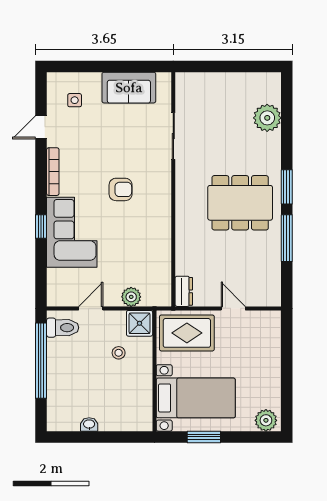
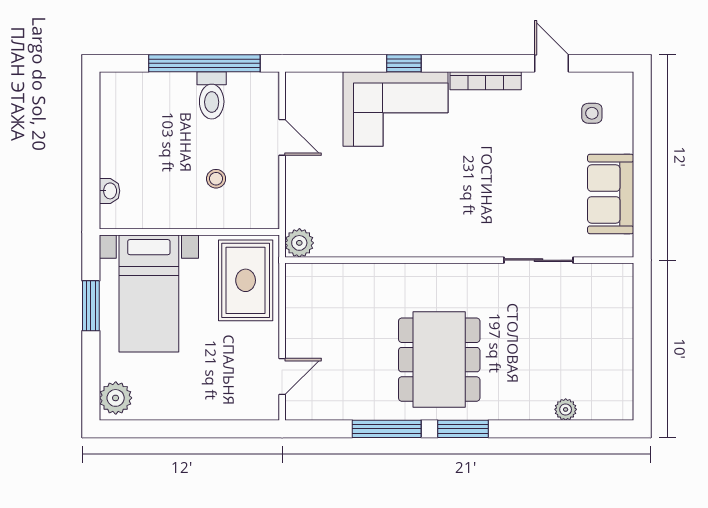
plant: (267, 118) -> (566, 409), width x0.53, depth x0.53
armchair: (121, 189) -> (459, 182), removed
dresser: (184, 291) -> (308, 276), removed
plant: (131, 297) -> (299, 243), moved
door: (233, 308) -> (282, 377), moved
shower: (140, 323) -> (260, 210), removed
toilet: (63, 328) -> (212, 95), moved
washbasin: (89, 424) -> (109, 191), moved

